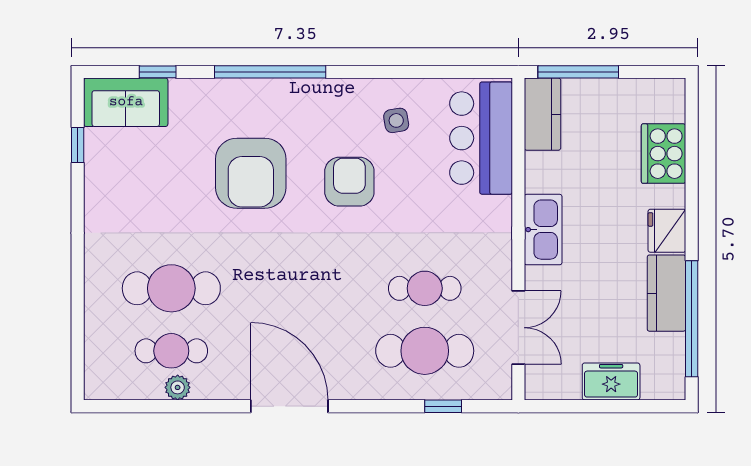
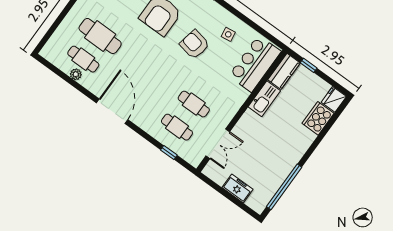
window: (578, 72) -> (309, 65), width x0.46
armchair: (349, 182) -> (195, 44), turned -79
kitchen sink: (543, 230) -> (264, 99), moved
fridge: (667, 231) -> (334, 99), moved
kitchen counter: (666, 293) -> (282, 171), removed
cafe table: (425, 351) -> (177, 127), width x0.73, depth x0.74

